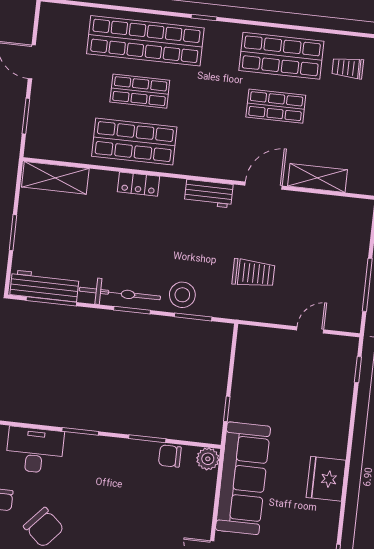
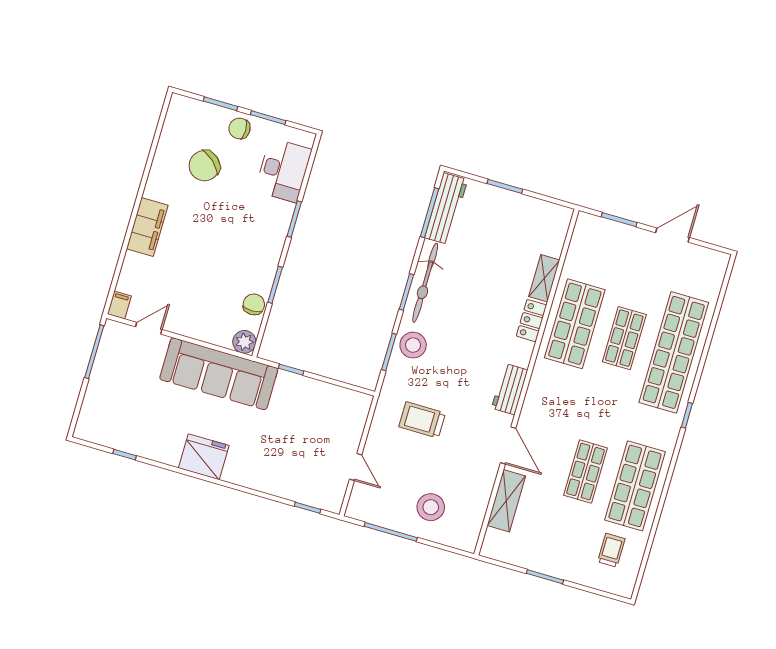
shelving: (55, 178) -> (544, 278), moved, width x0.67, depth x0.75
stool: (337, 250) -> (431, 507), added
trolley: (253, 273) -> (422, 420), turned 90

